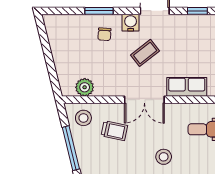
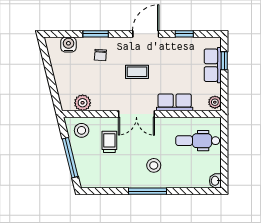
water cooler: (131, 23) -> (68, 45), moved
coffee table: (145, 53) -> (137, 72), turned 38
trolley: (114, 131) -> (109, 142), turned -102

